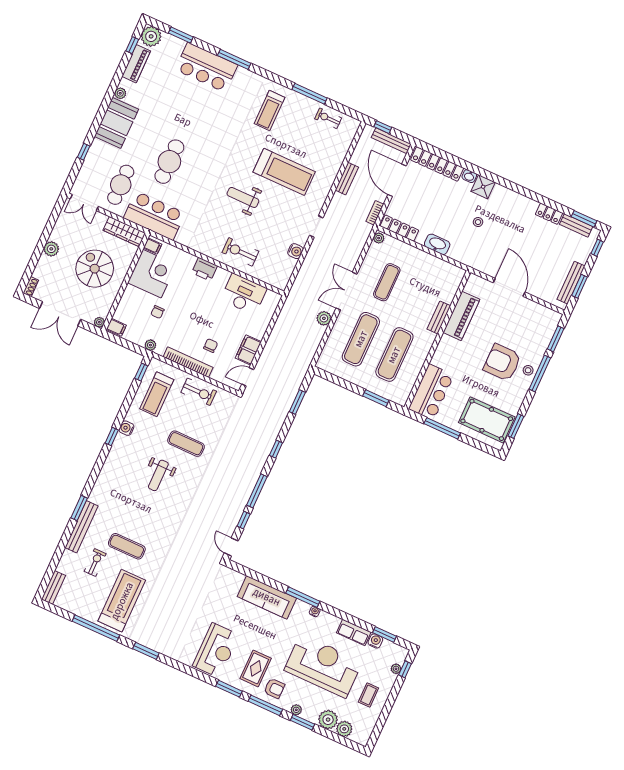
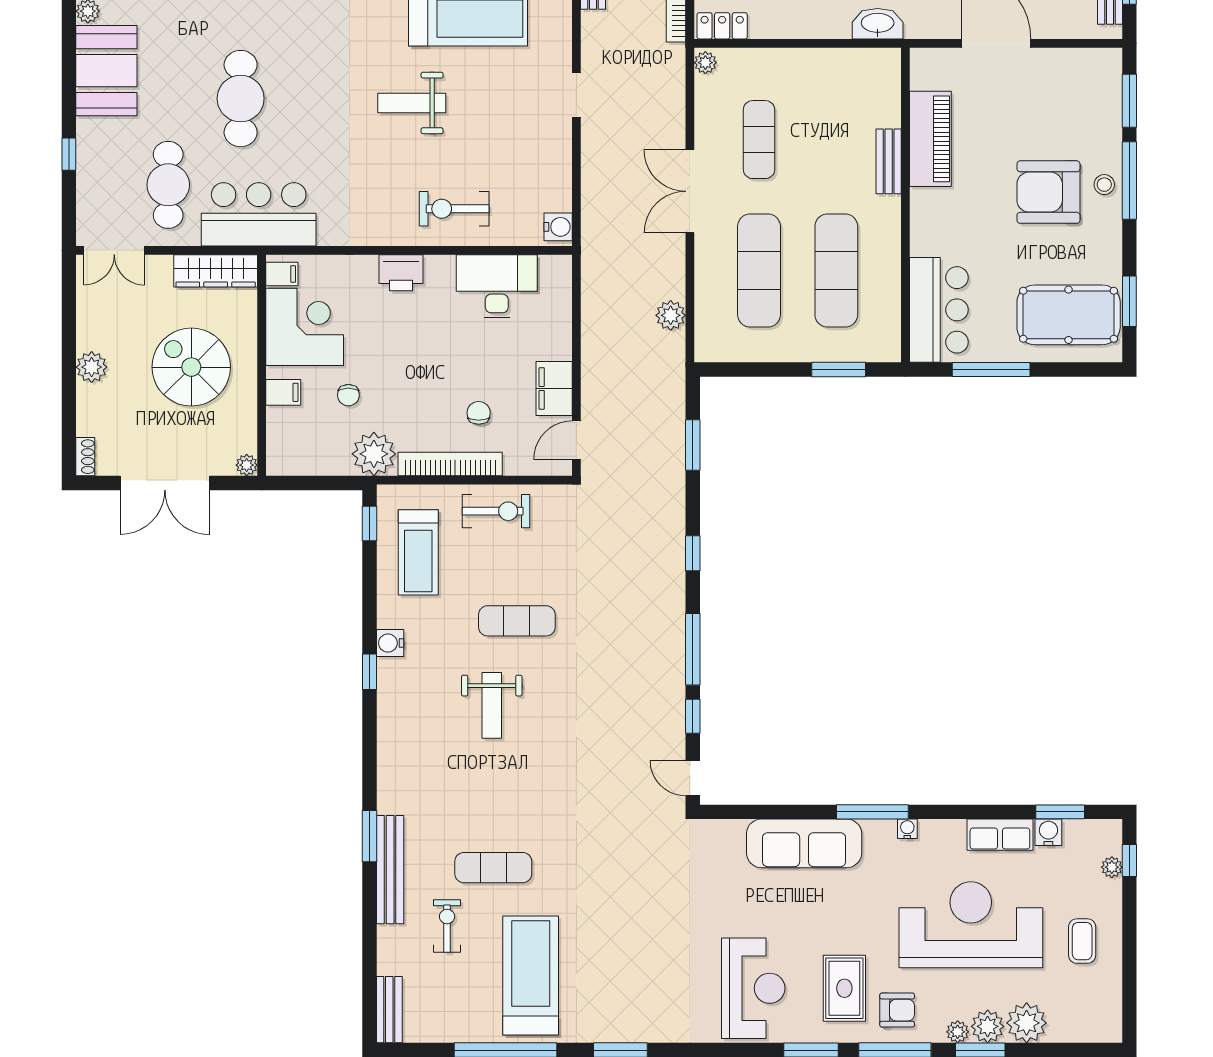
locker: (399, 228) -> (722, 26), width x0.66
washbasin: (437, 244) -> (878, 24), moved
water cooler: (295, 251) -> (558, 227), moved
plant: (324, 318) -> (671, 315), moved
filing cabinet: (116, 327) -> (283, 392), moved
plant: (150, 345) -> (374, 454), width x1.87, depth x1.87
plant: (344, 729) -> (988, 1026), moved

